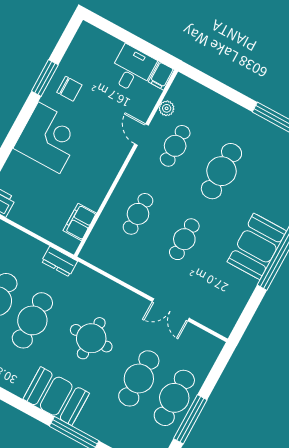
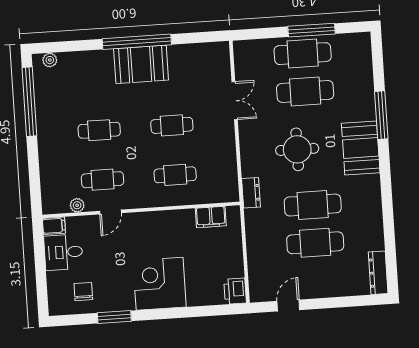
chair: (69, 89) -> (83, 292), moved
cafe table: (221, 171) -> (99, 130), width x0.73, depth x0.74
dresser: (59, 261) -> (251, 193), moved

